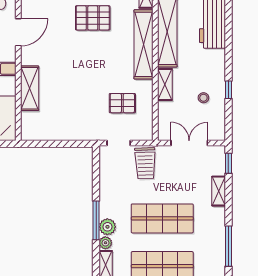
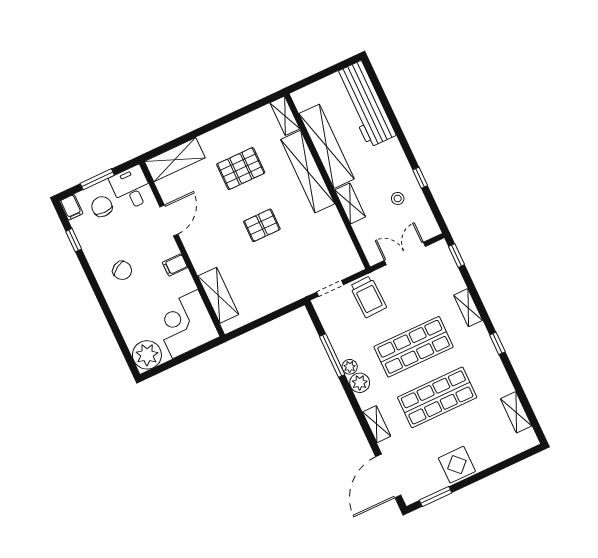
shelving: (30, 88) -> (218, 295), moved
pallet: (122, 103) -> (262, 225), moved
shelving: (219, 191) -> (468, 308), moved
window: (96, 220) -> (332, 356), moved
plant: (105, 243) -> (350, 367), moved
window: (228, 246) -> (497, 343), width x0.46

